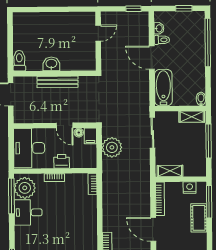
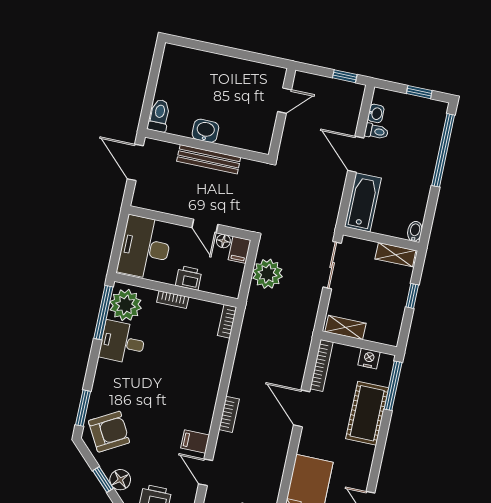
window: (209, 141) -> (412, 296), width x0.46
cot: (199, 218) -> (367, 413), width x1.37, depth x1.34

